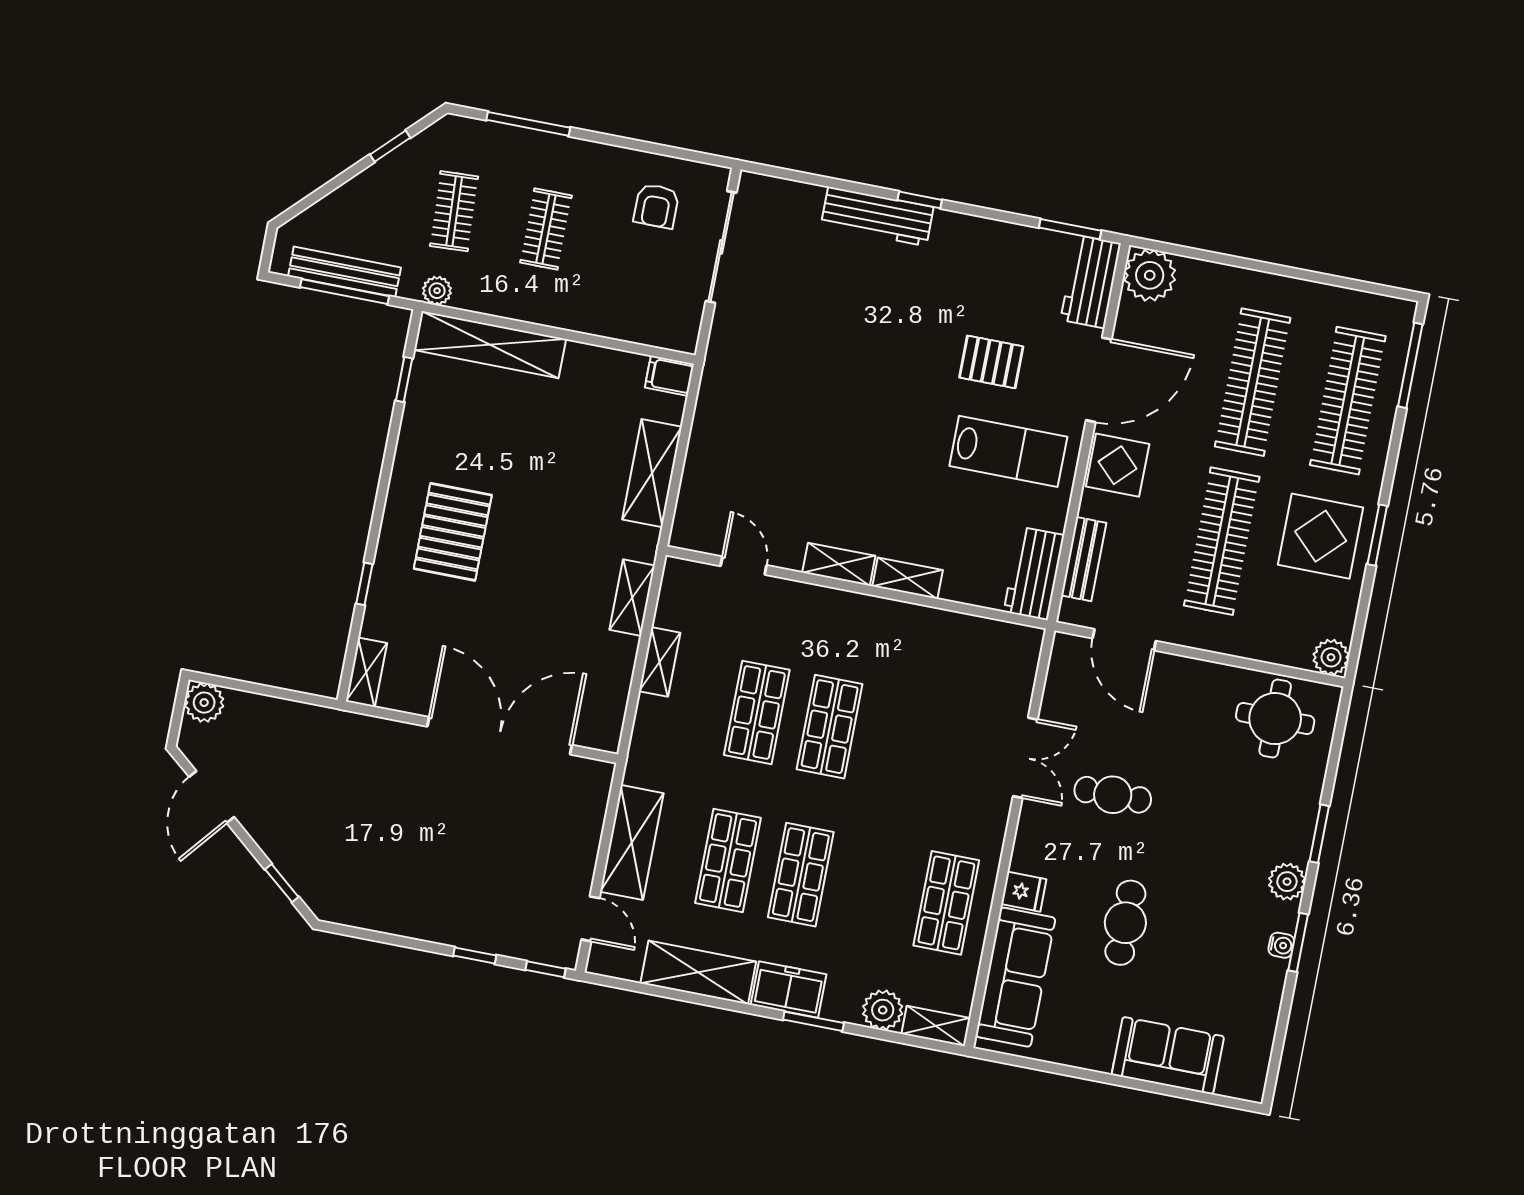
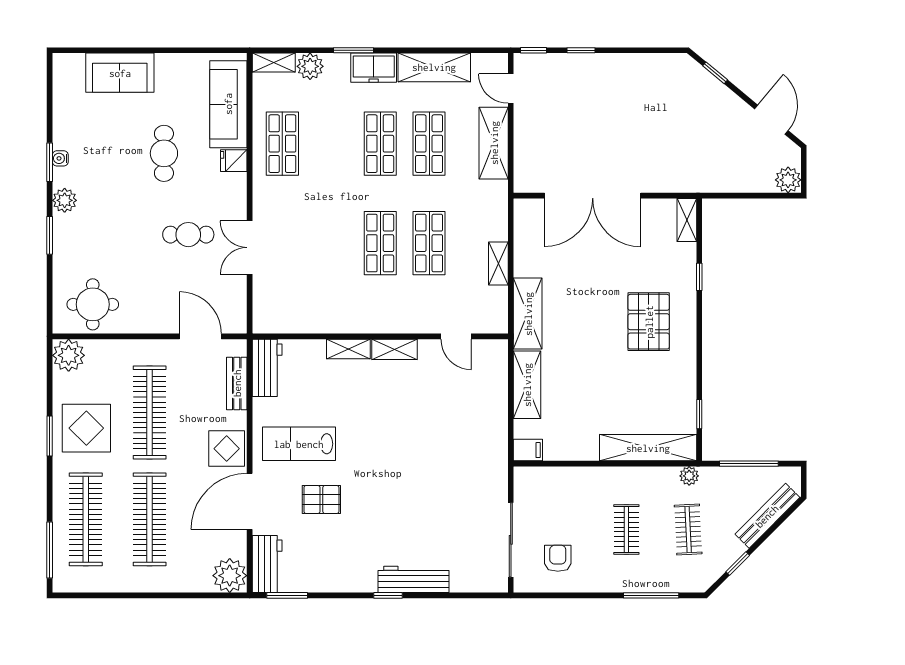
bench: (345, 272) -> (767, 516), moved, turned -45
shelving: (632, 598) -> (528, 314), width x1.50, depth x1.33
plant: (1331, 657) -> (69, 355), width x1.36, depth x1.36

